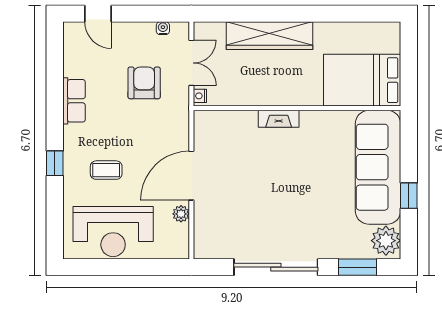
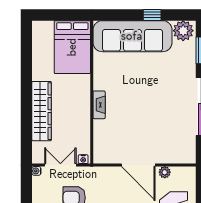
water cooler: (163, 28) -> (36, 171), moved

